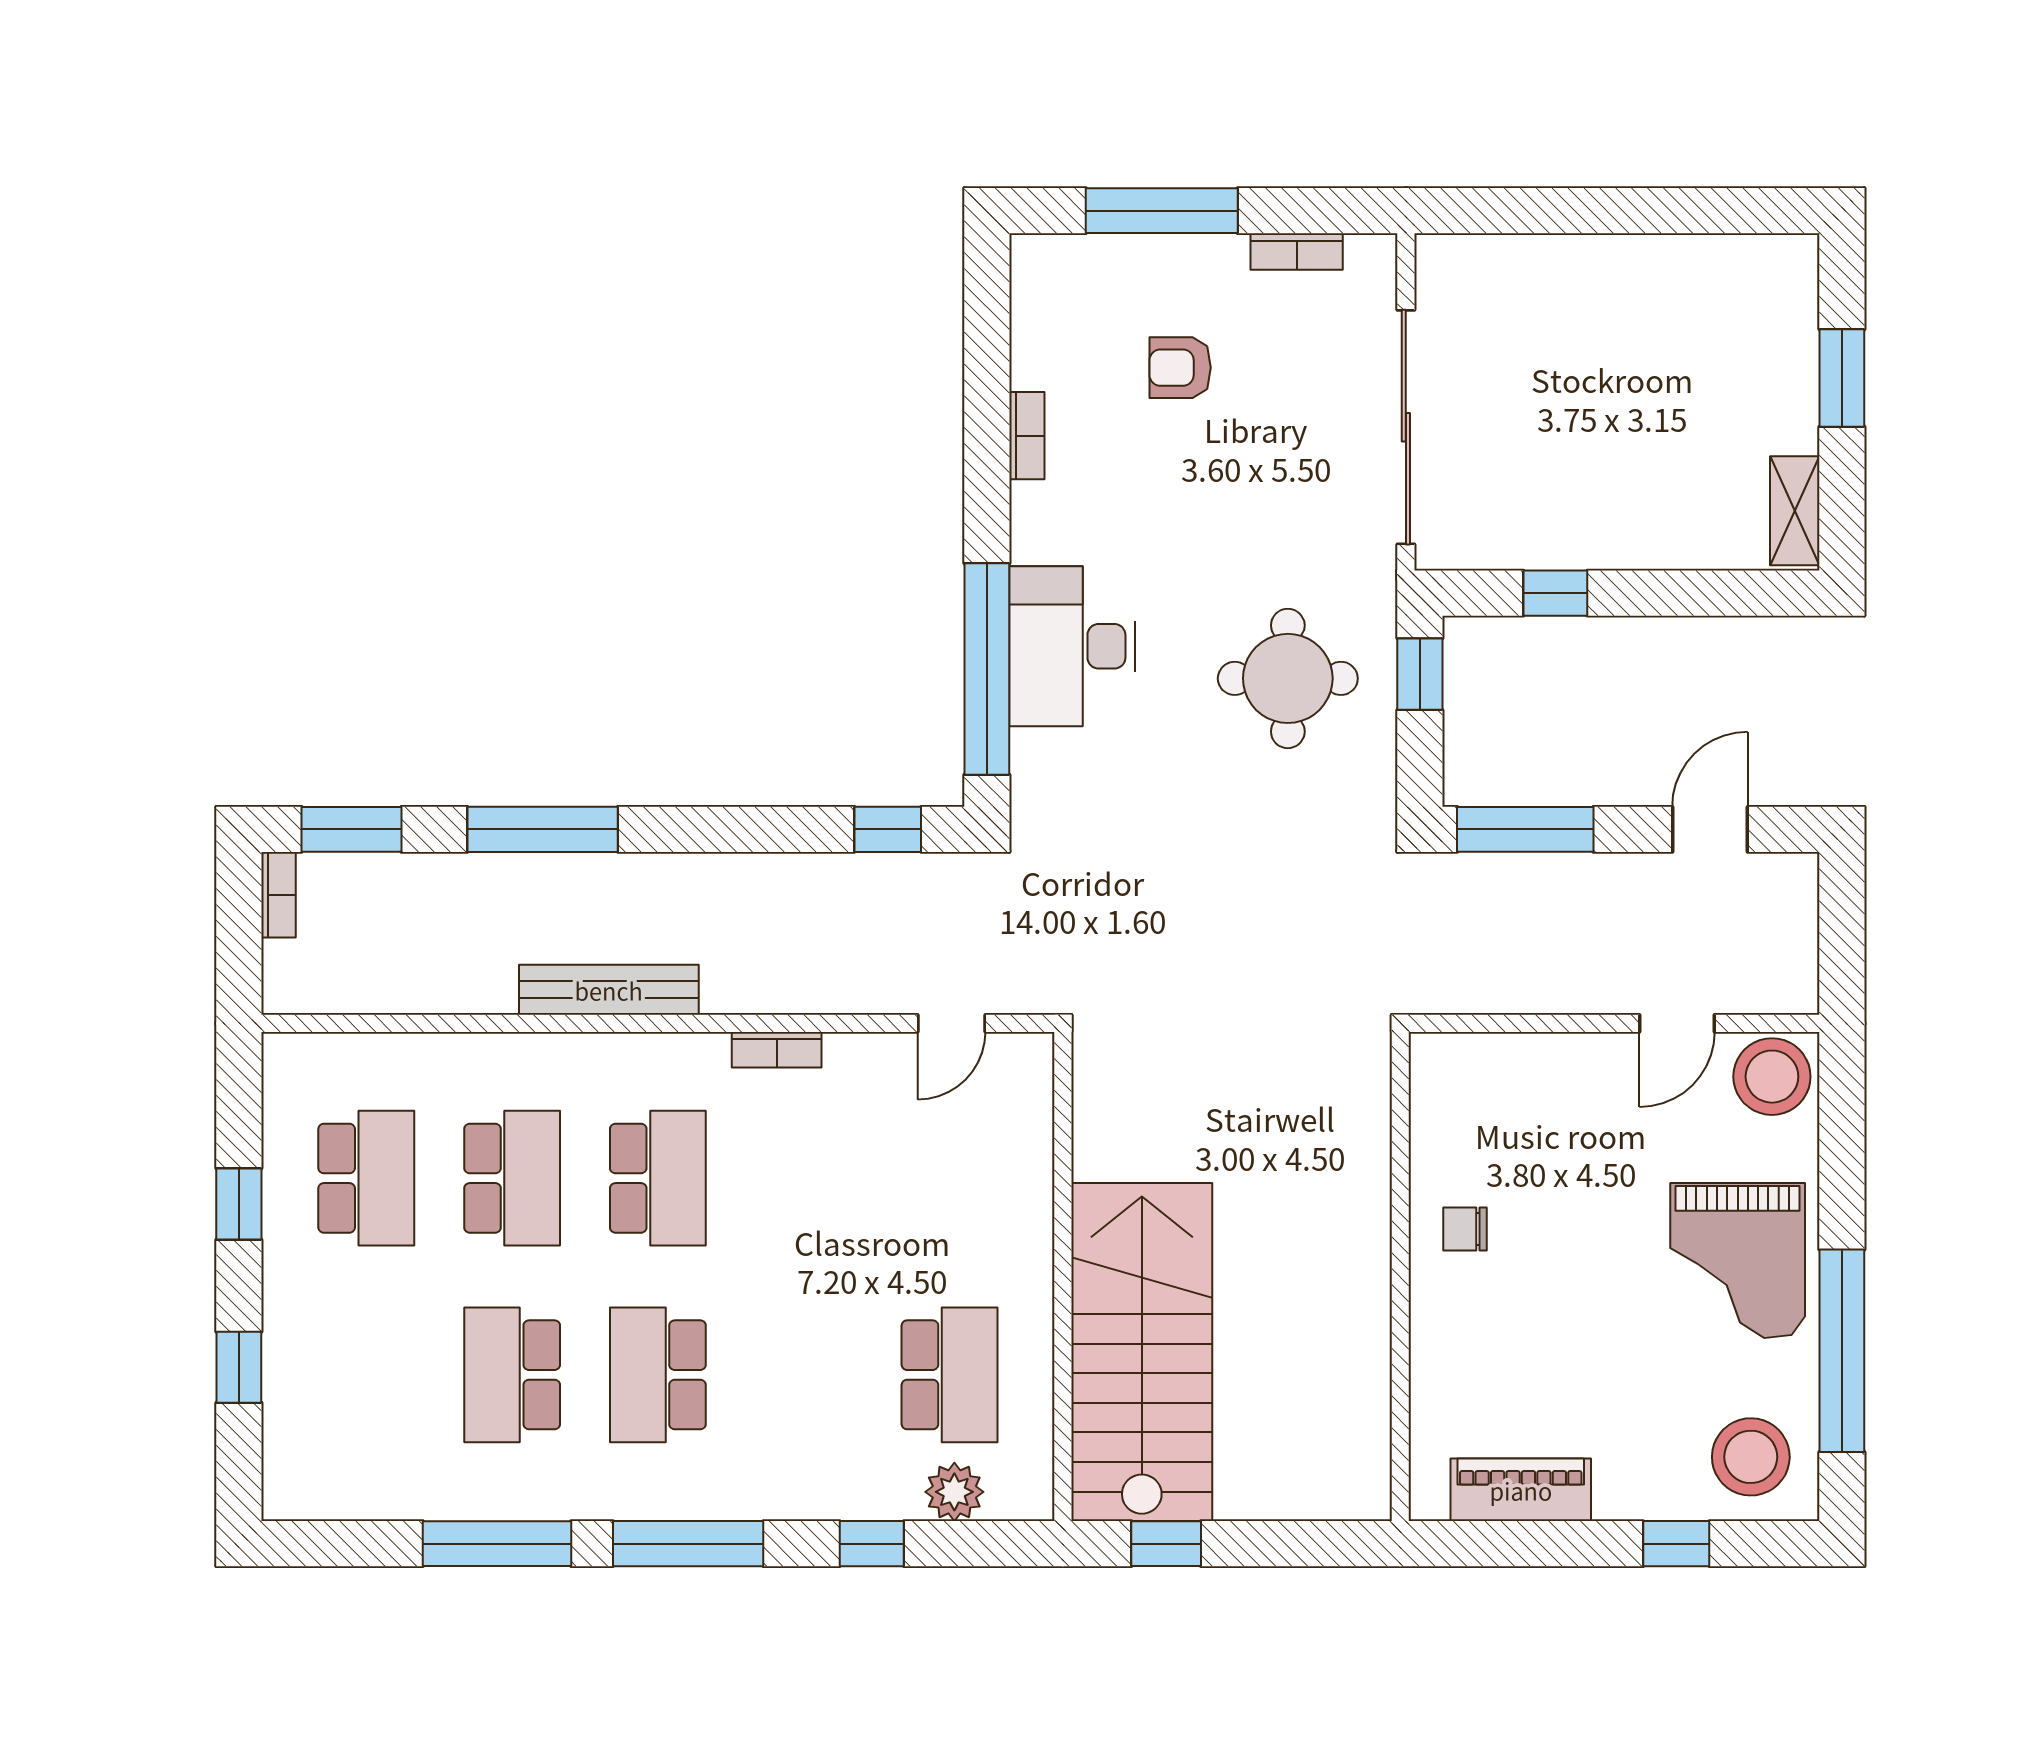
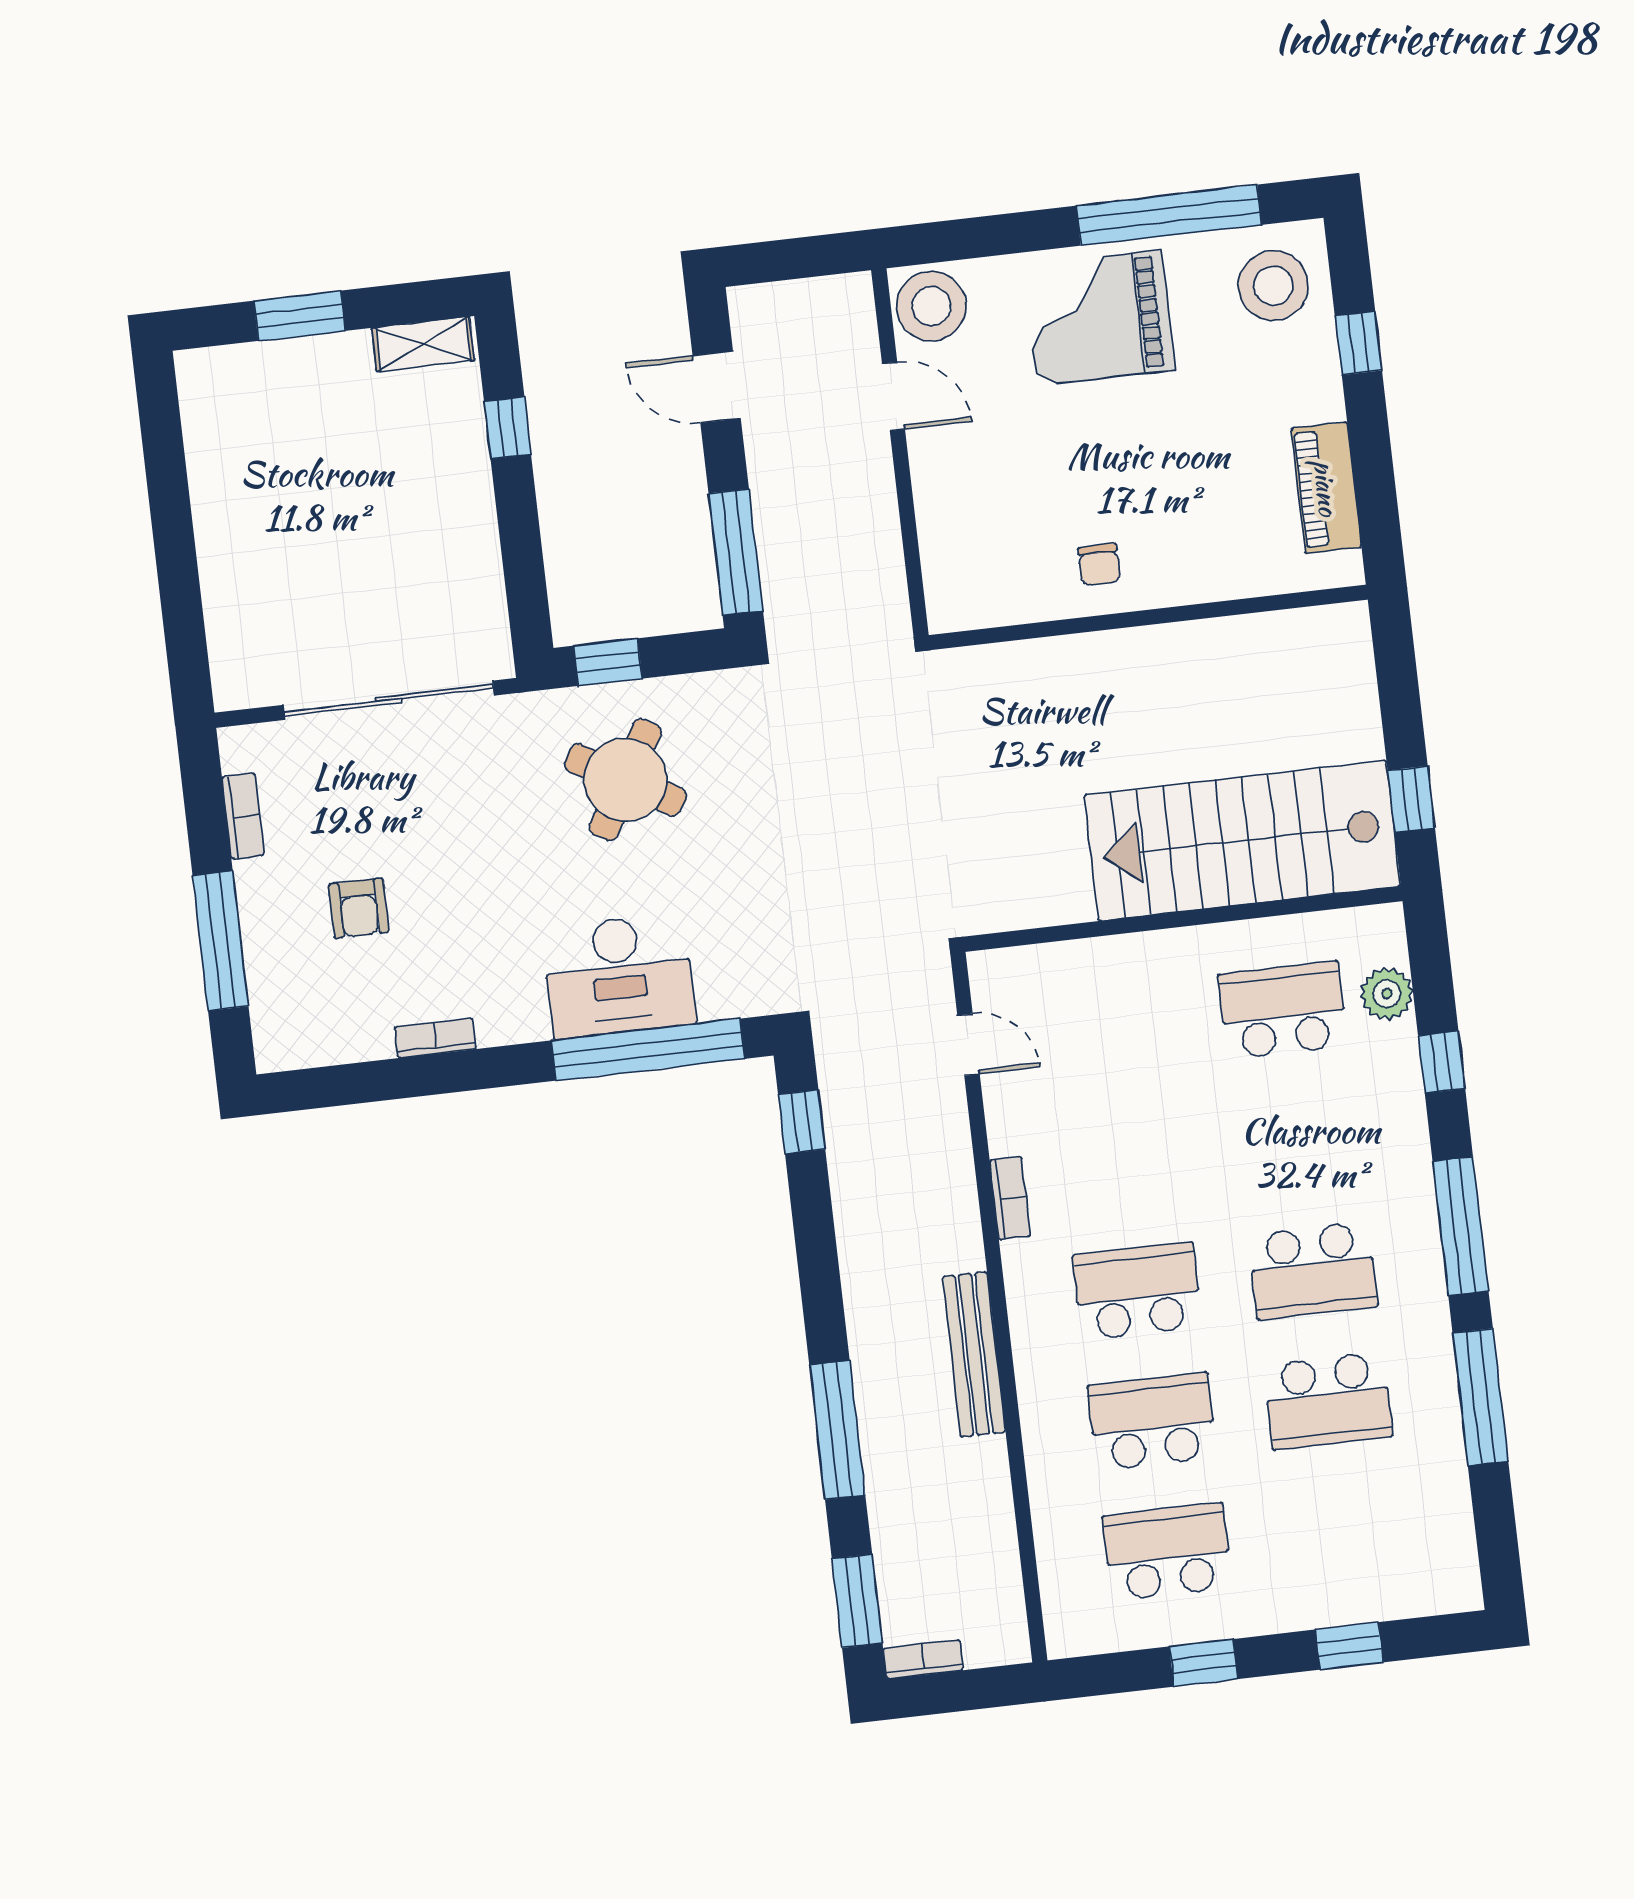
window: (1555, 593) -> (507, 428), moved
round table: (1288, 678) -> (625, 780), turned 30
grand piano: (1738, 1260) -> (1099, 318), turned 180

